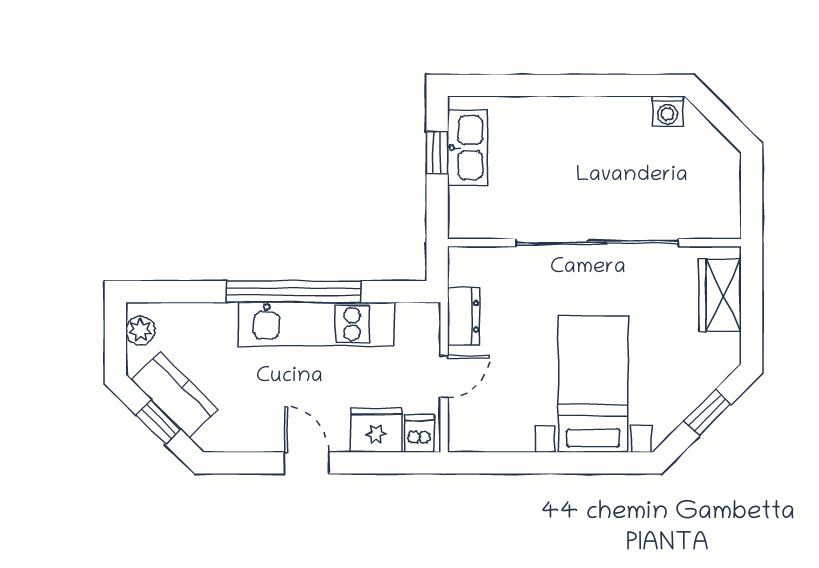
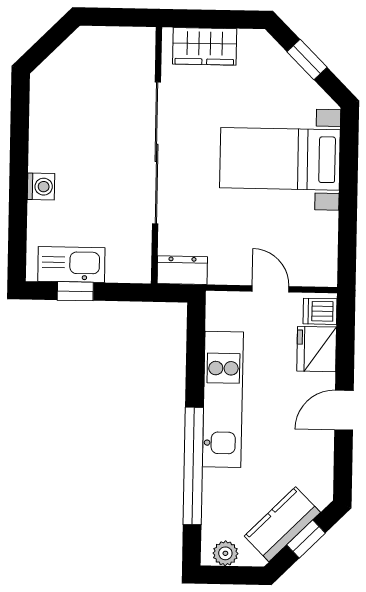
washing machine: (668, 111) -> (41, 187), moved
window: (294, 292) -> (193, 466), moved
dresser: (464, 316) -> (182, 270), moved

